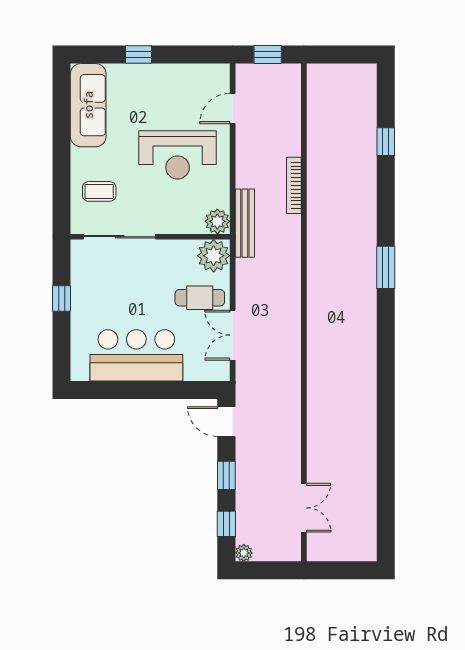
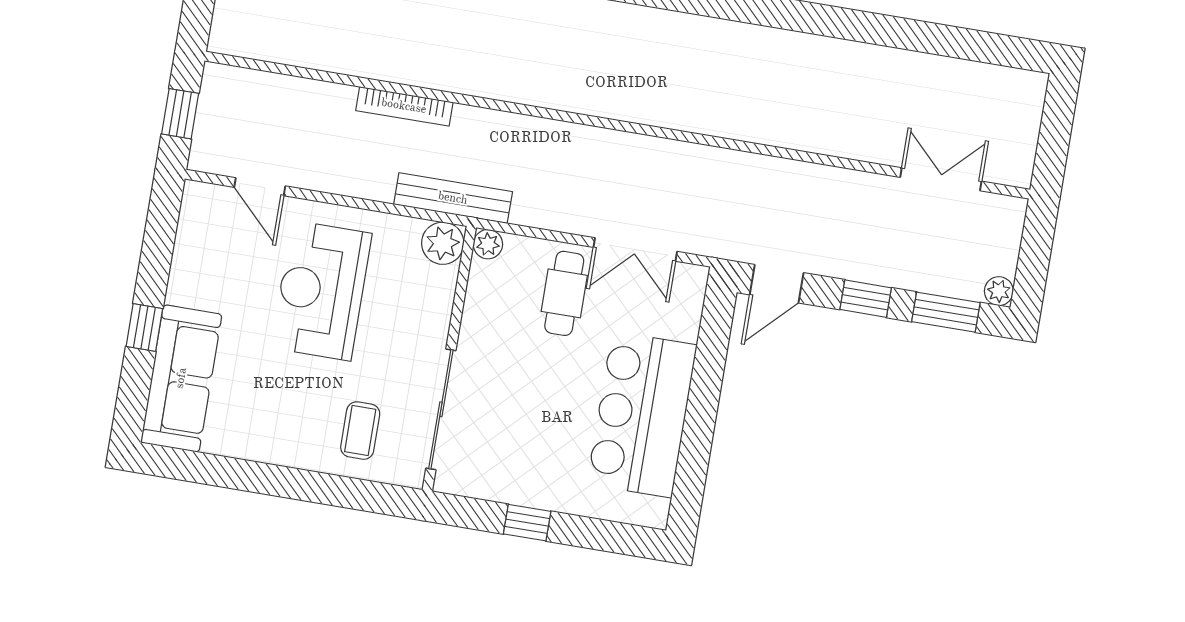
sofa: (88, 105) -> (181, 378), moved, turned 90
reception desk: (178, 155) -> (321, 291), turned 180
plant: (214, 256) -> (488, 244), width x0.53, depth x0.53
window: (226, 524) -> (946, 312), width x1.50

